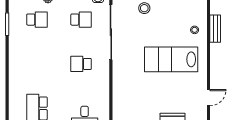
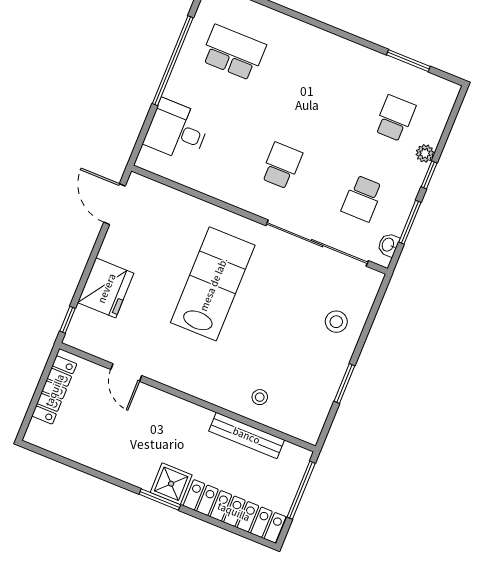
school desk: (37, 20) -> (395, 118), turned 180
bench: (215, 29) -> (247, 435), width x1.36
lab bench: (171, 59) -> (213, 284), moved

